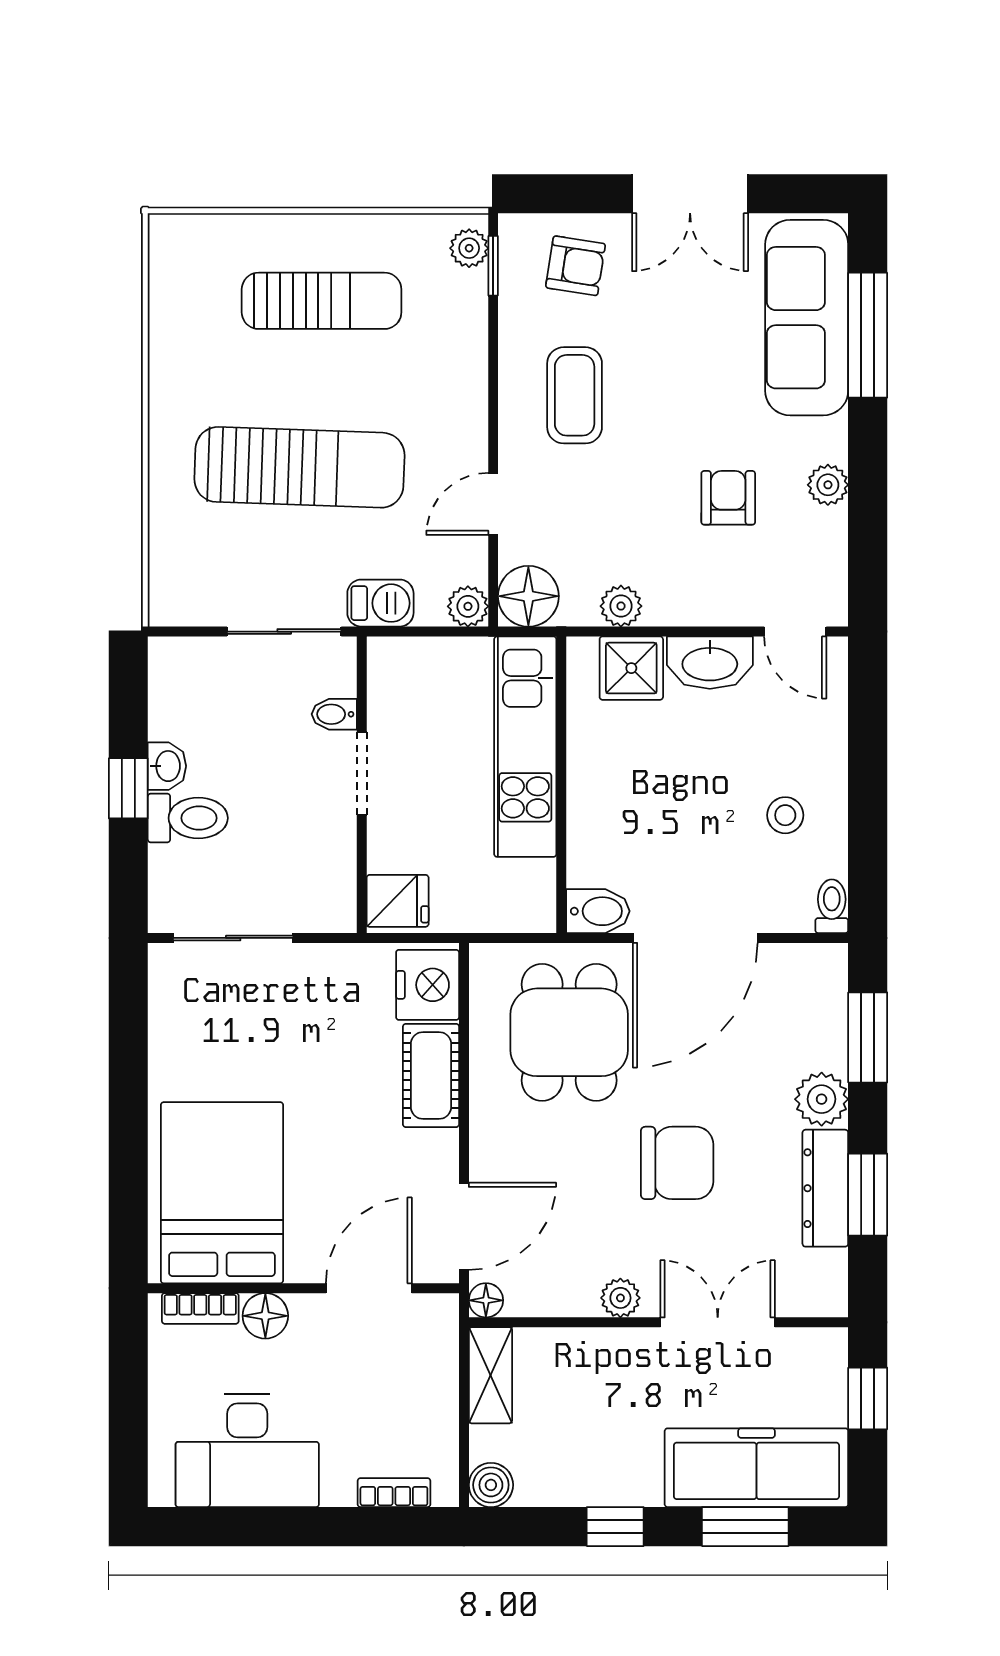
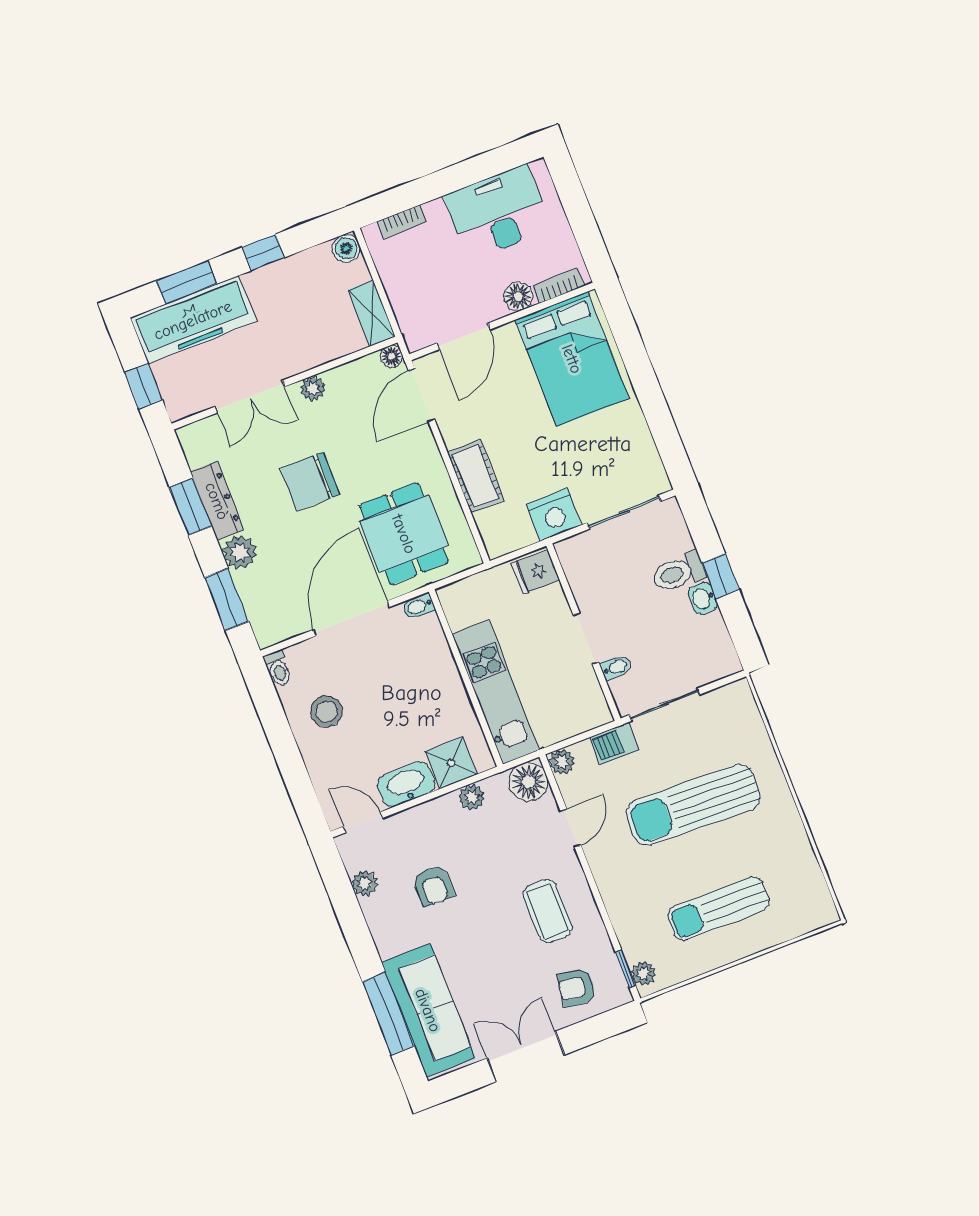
plant: (828, 485) -> (364, 883), moved
stool: (785, 815) -> (327, 712), width x1.37, depth x1.37
bidet: (598, 911) -> (419, 606), width x0.72, depth x0.74
nightstand: (428, 985) -> (554, 515), moved, turned -90

